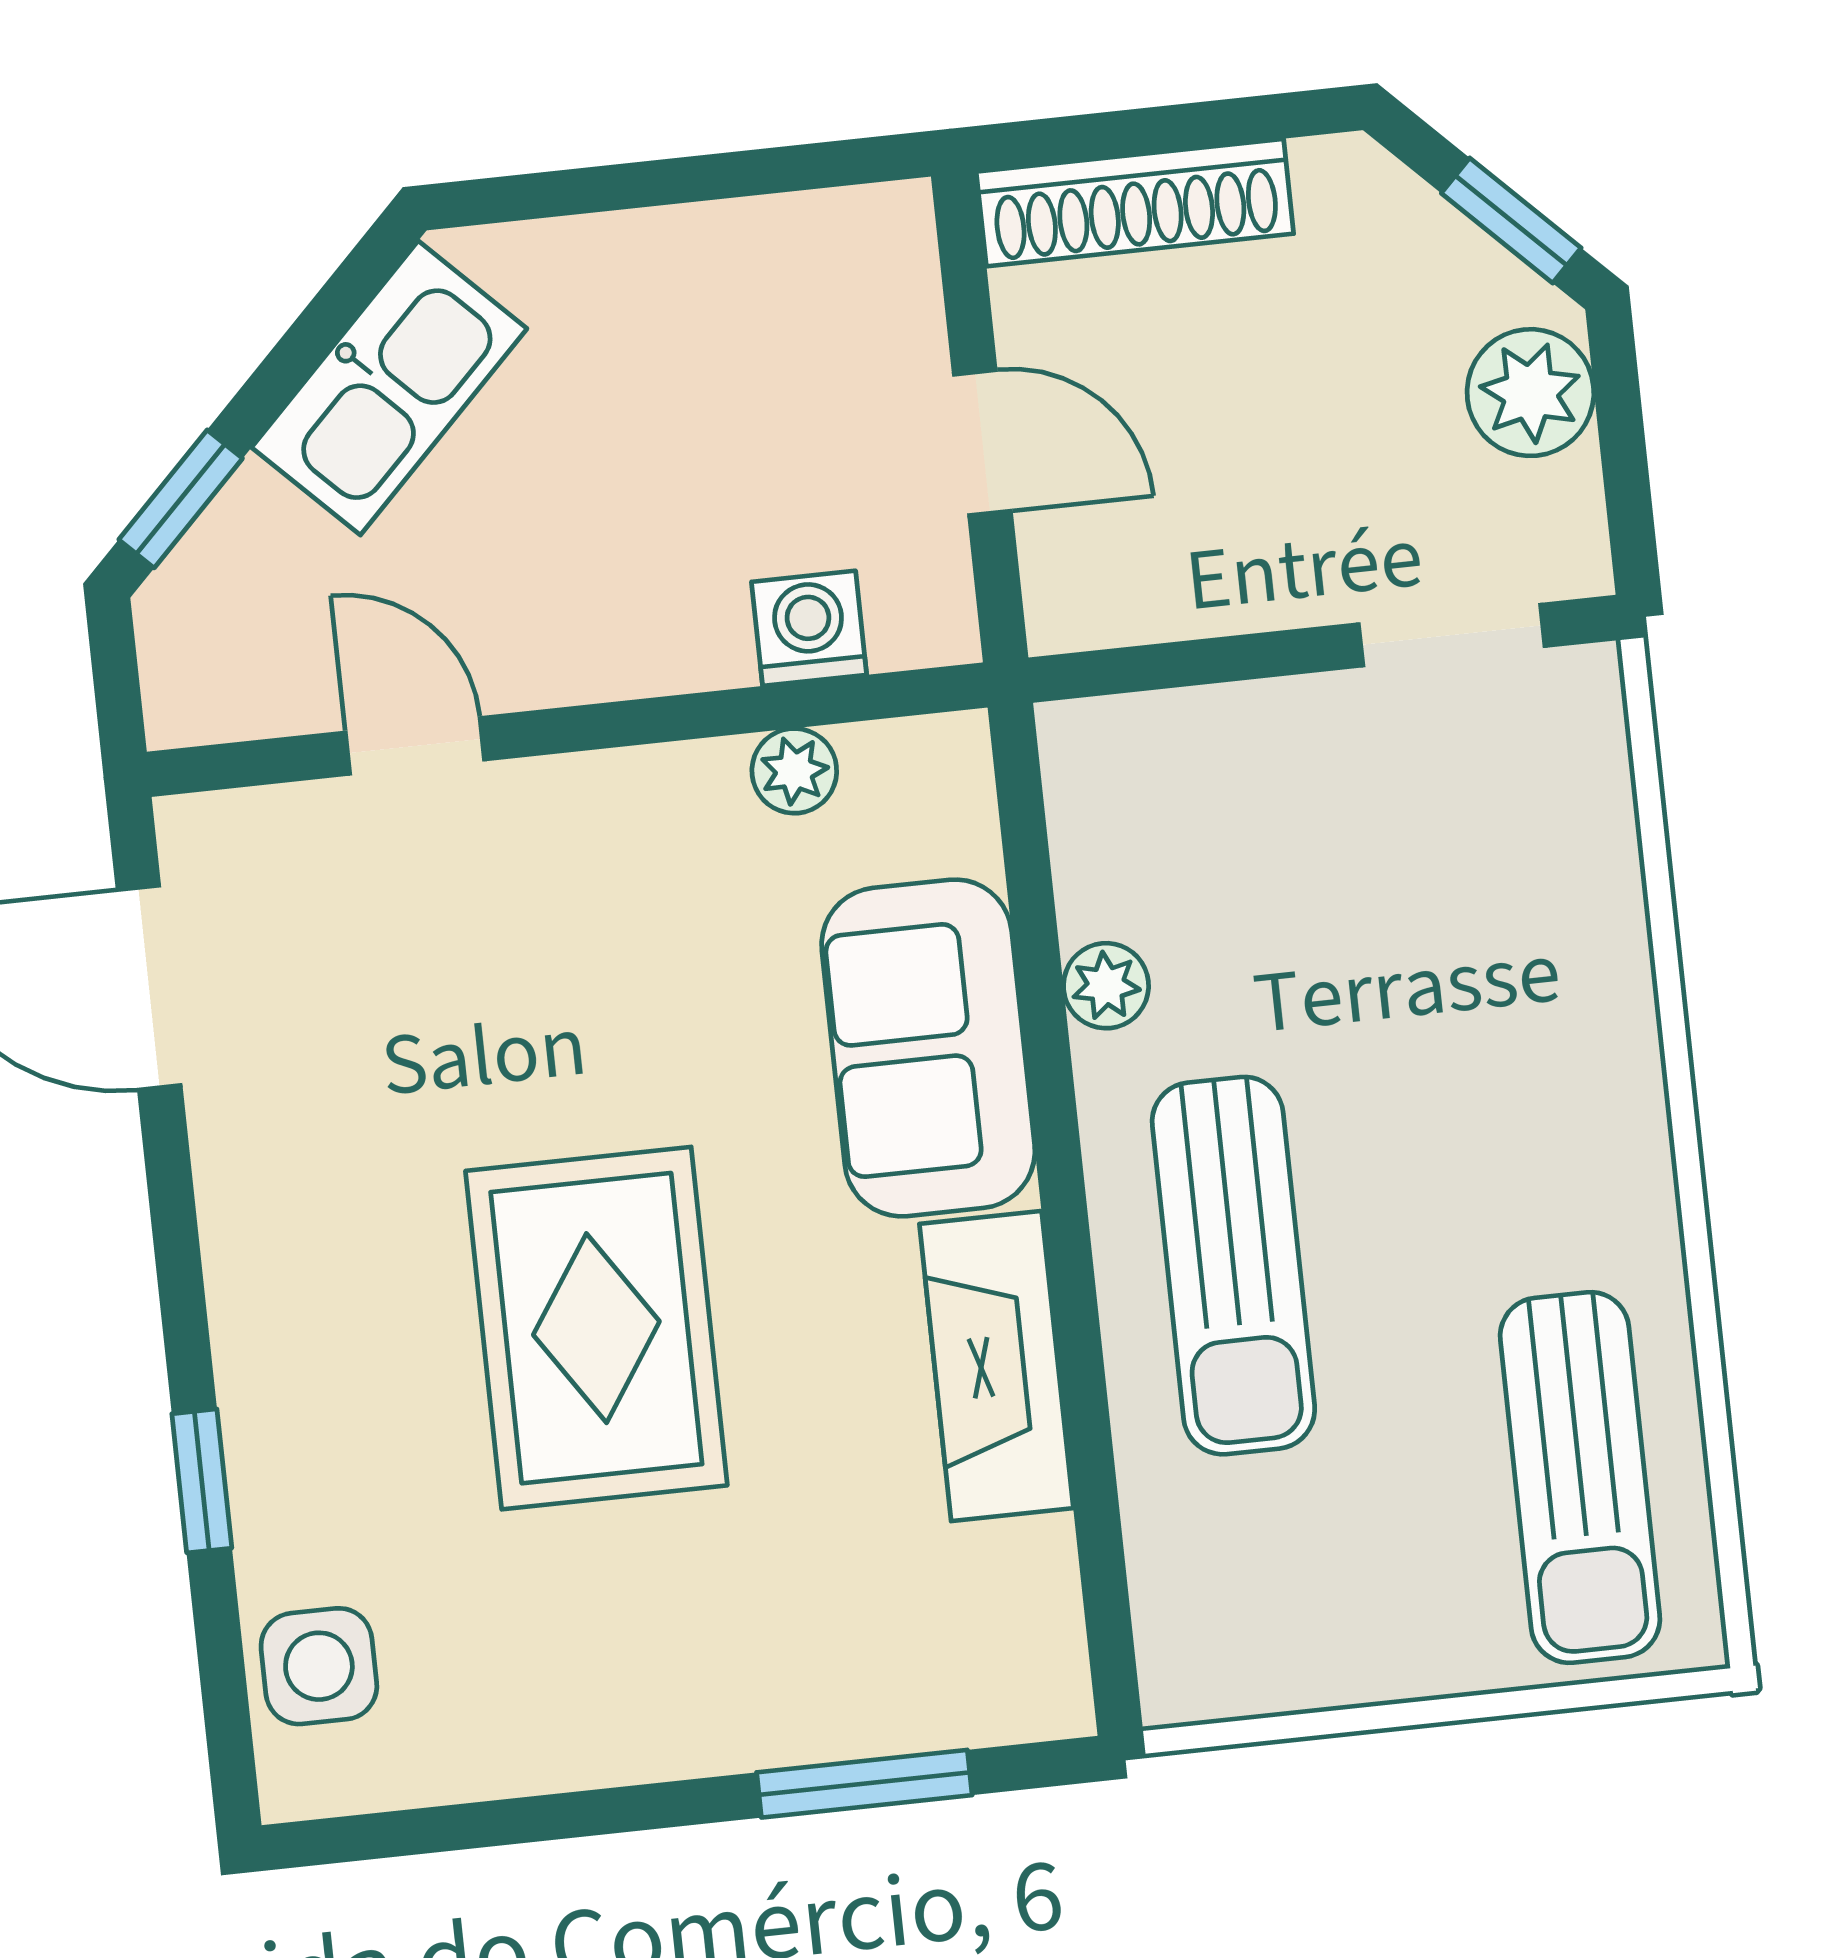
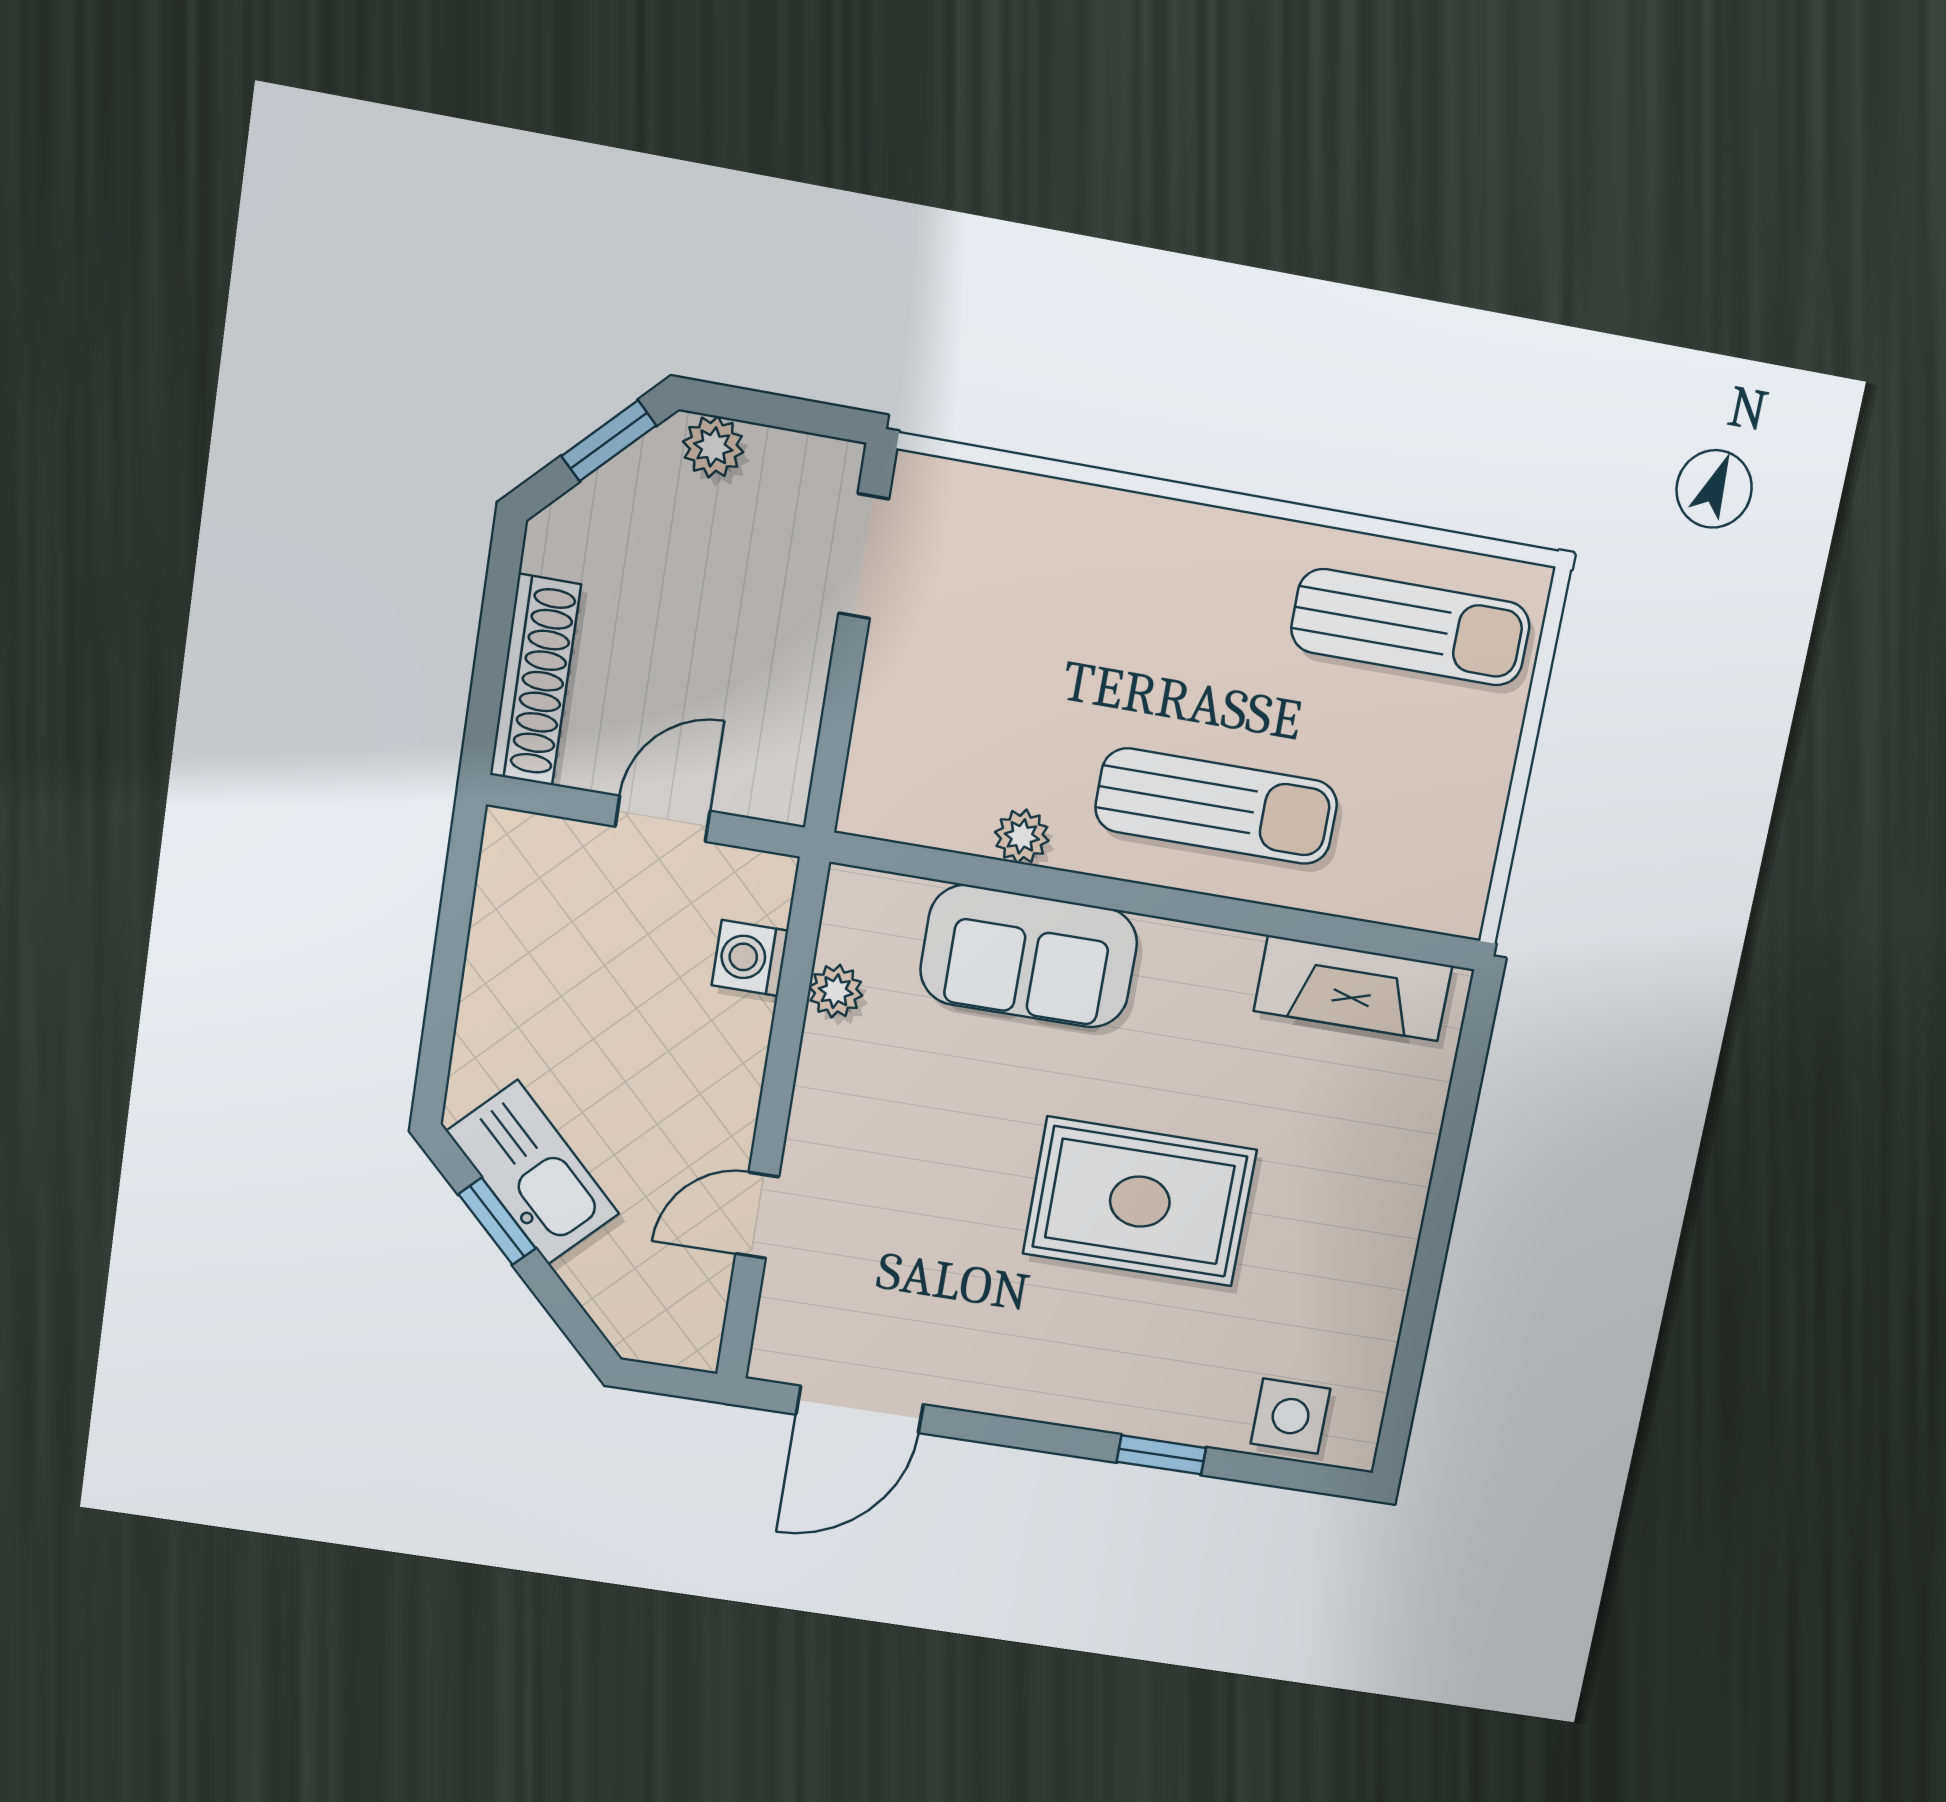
plant: (1530, 393) -> (713, 447), width x0.73, depth x0.73
window: (181, 499) -> (497, 1221), moved
fireplace: (996, 1366) -> (1353, 988), moved
window: (864, 1784) -> (1459, 1117), removed

